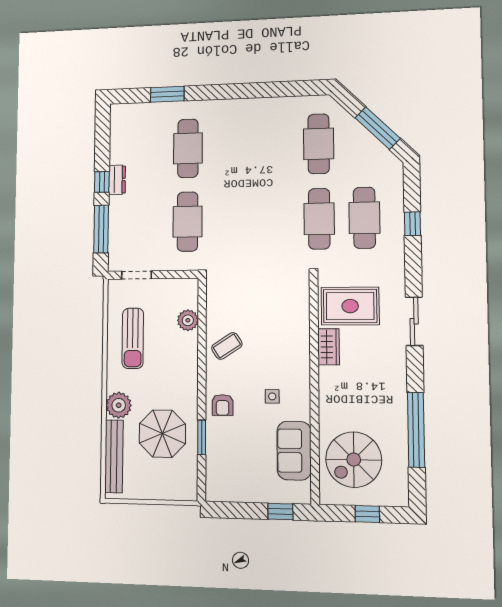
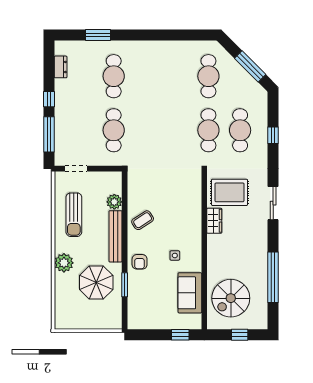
dresser: (117, 180) -> (61, 67), moved
bench: (114, 456) -> (116, 236), moved

